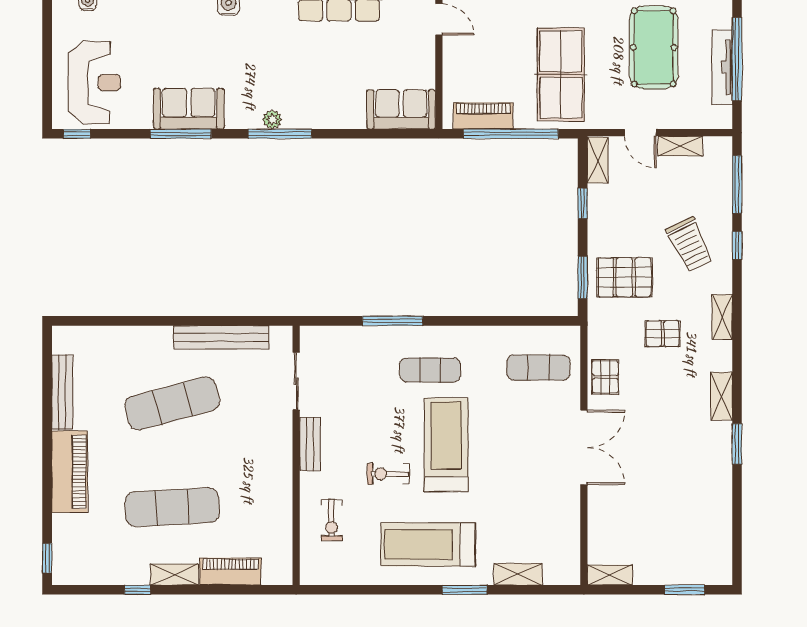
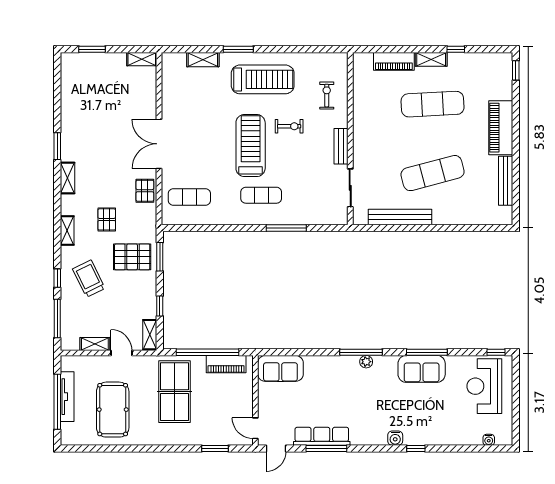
pallet: (663, 334) -> (107, 219), turned 90
treadmill: (446, 445) -> (251, 146), turned 180

